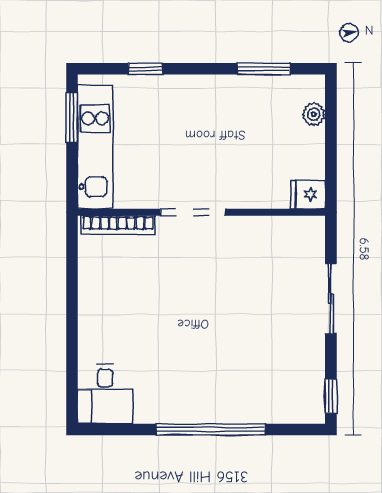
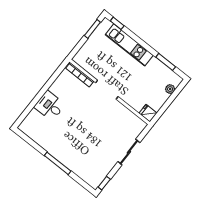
window: (146, 69) -> (117, 23), moved
kitchen unit: (95, 147) -> (129, 45), moved, turned 90
desk: (105, 394) -> (50, 106), moved, turned 90
window: (211, 429) -> (58, 163), width x0.68

